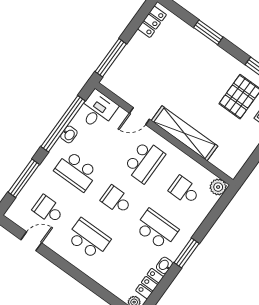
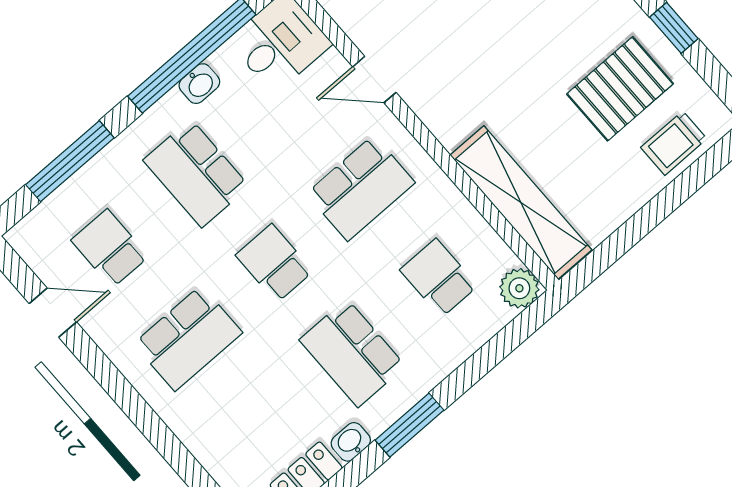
shelving: (185, 133) -> (521, 202), moved
school desk: (157, 229) -> (352, 353), turned 180
school desk: (88, 239) -> (188, 338), turned 90

